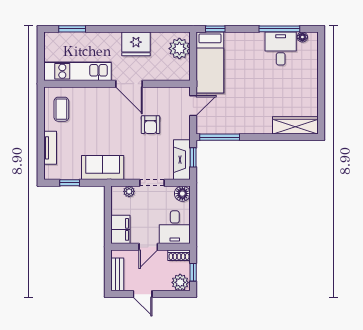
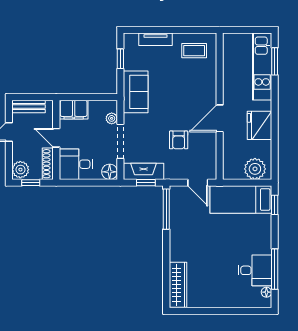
kitchen unit: (78, 71) -> (262, 66), moved, turned 180
armchair: (150, 125) -> (179, 140), turned -90
doorway: (152, 183) -> (120, 141), width x1.38
shoe rack: (179, 255) -> (48, 164), width x1.43

